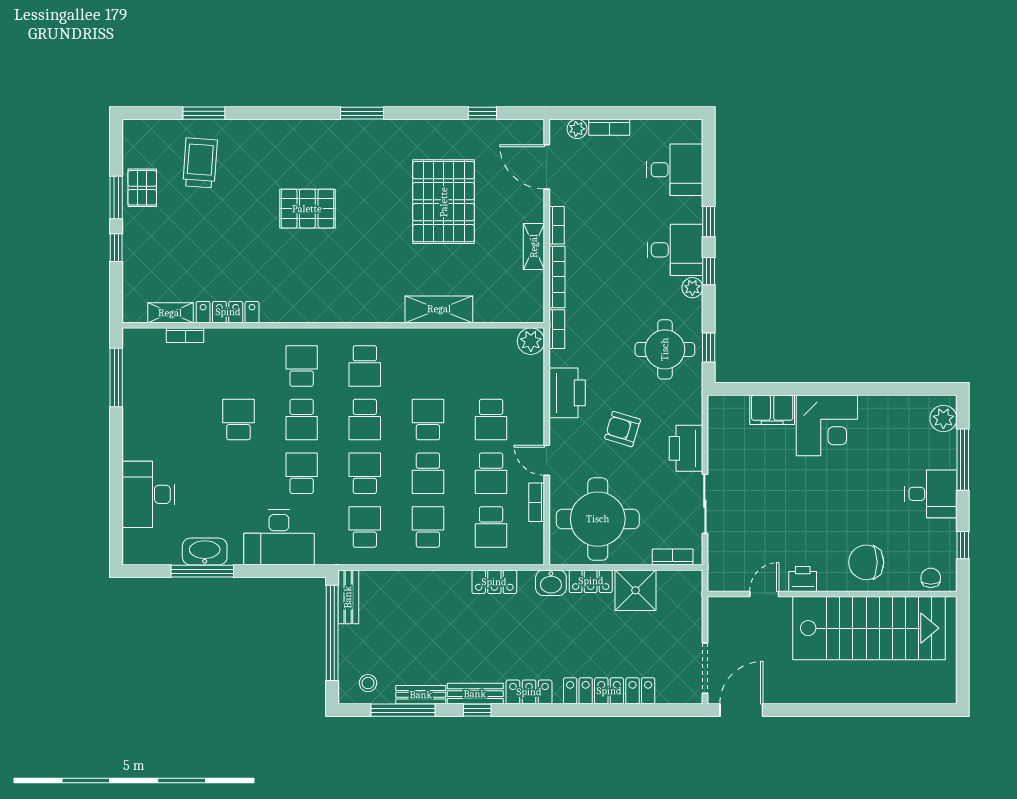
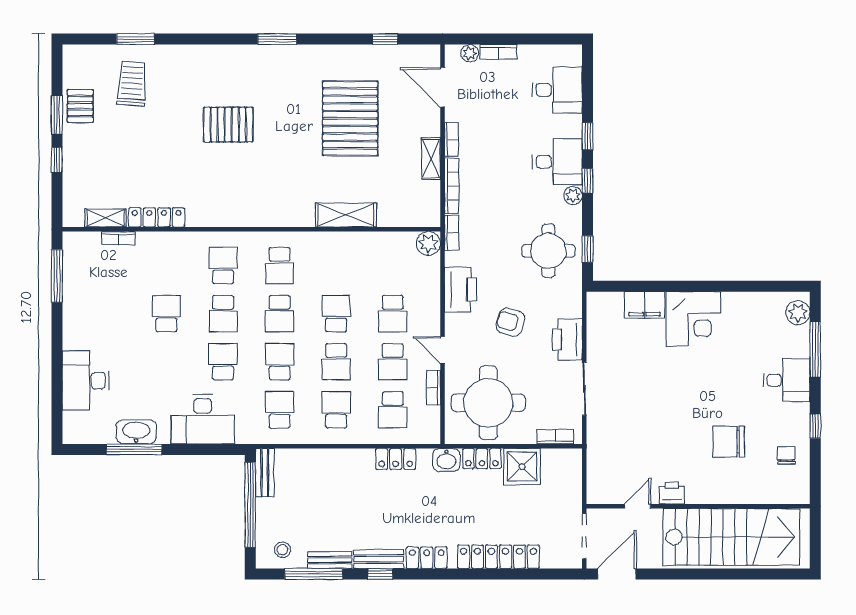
printer: (803, 579) -> (672, 493), moved
door: (764, 594) -> (637, 506), moved
wall: (832, 594) -> (698, 506), moved
stairs: (869, 628) -> (731, 537), moved

